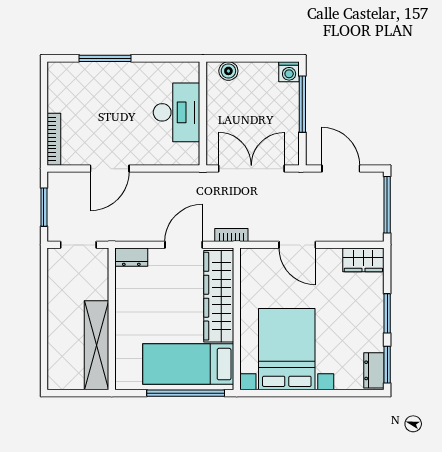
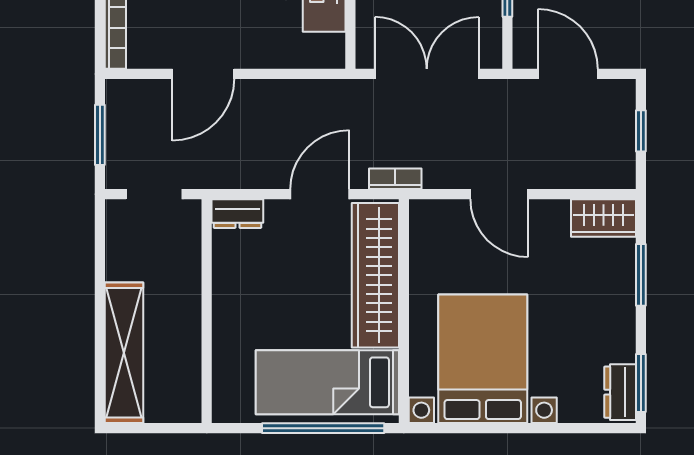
window: (387, 205) -> (641, 131), width x0.46
window: (387, 313) -> (641, 275), moved
shelving: (96, 345) -> (124, 353), moved

